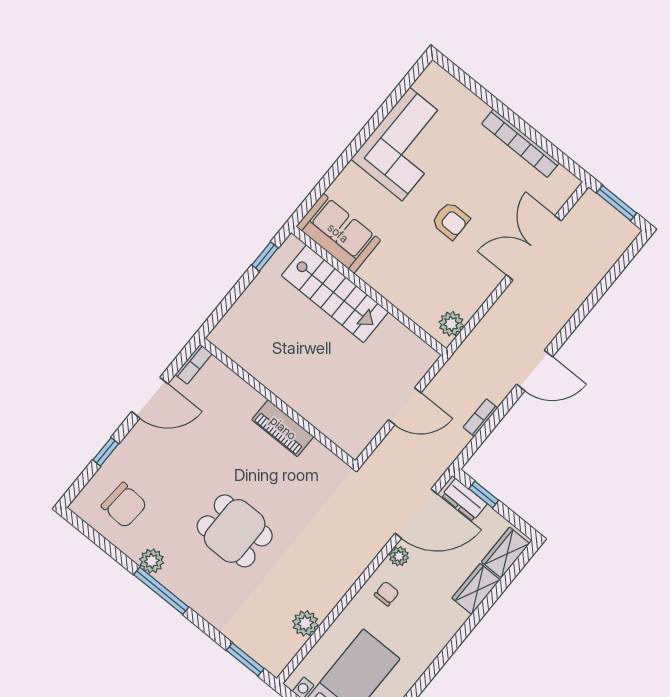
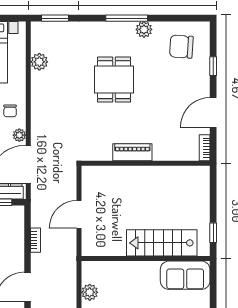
plant: (451, 324) -> (90, 292), moved
dining table: (235, 531) -> (114, 80), turned 90

